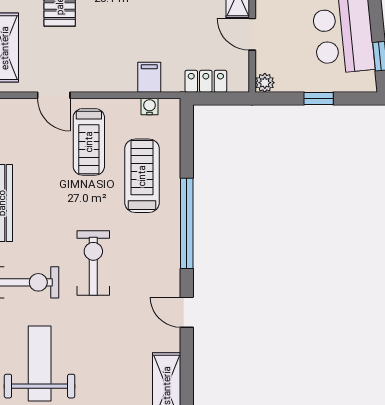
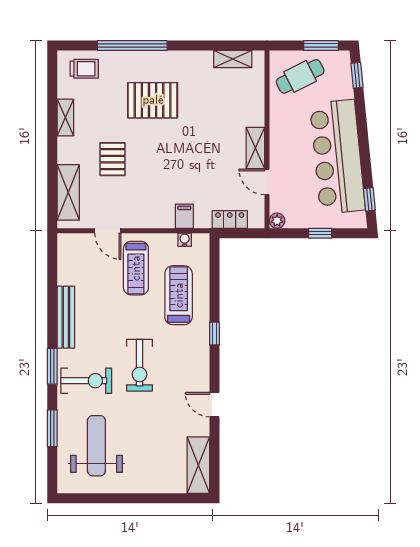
window: (187, 223) -> (215, 333), width x0.32
exercise bike: (93, 263) -> (140, 365), turned 180

